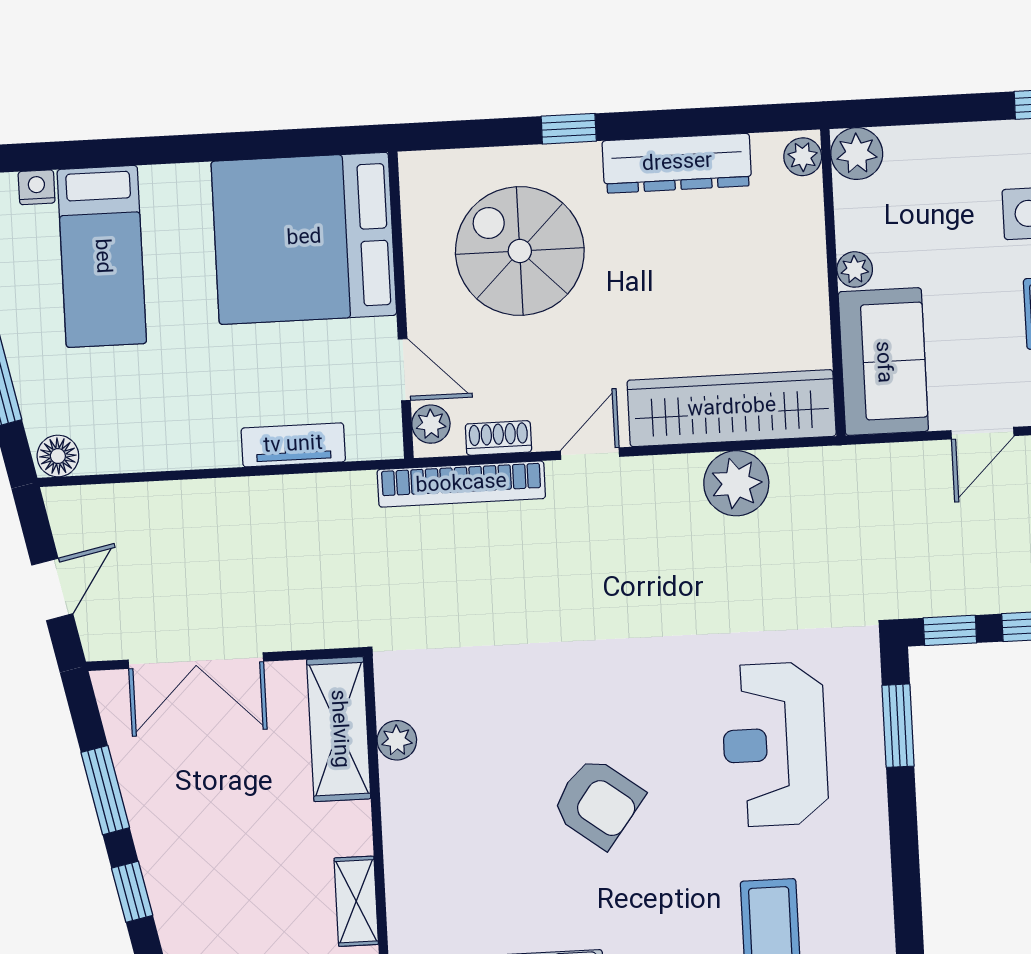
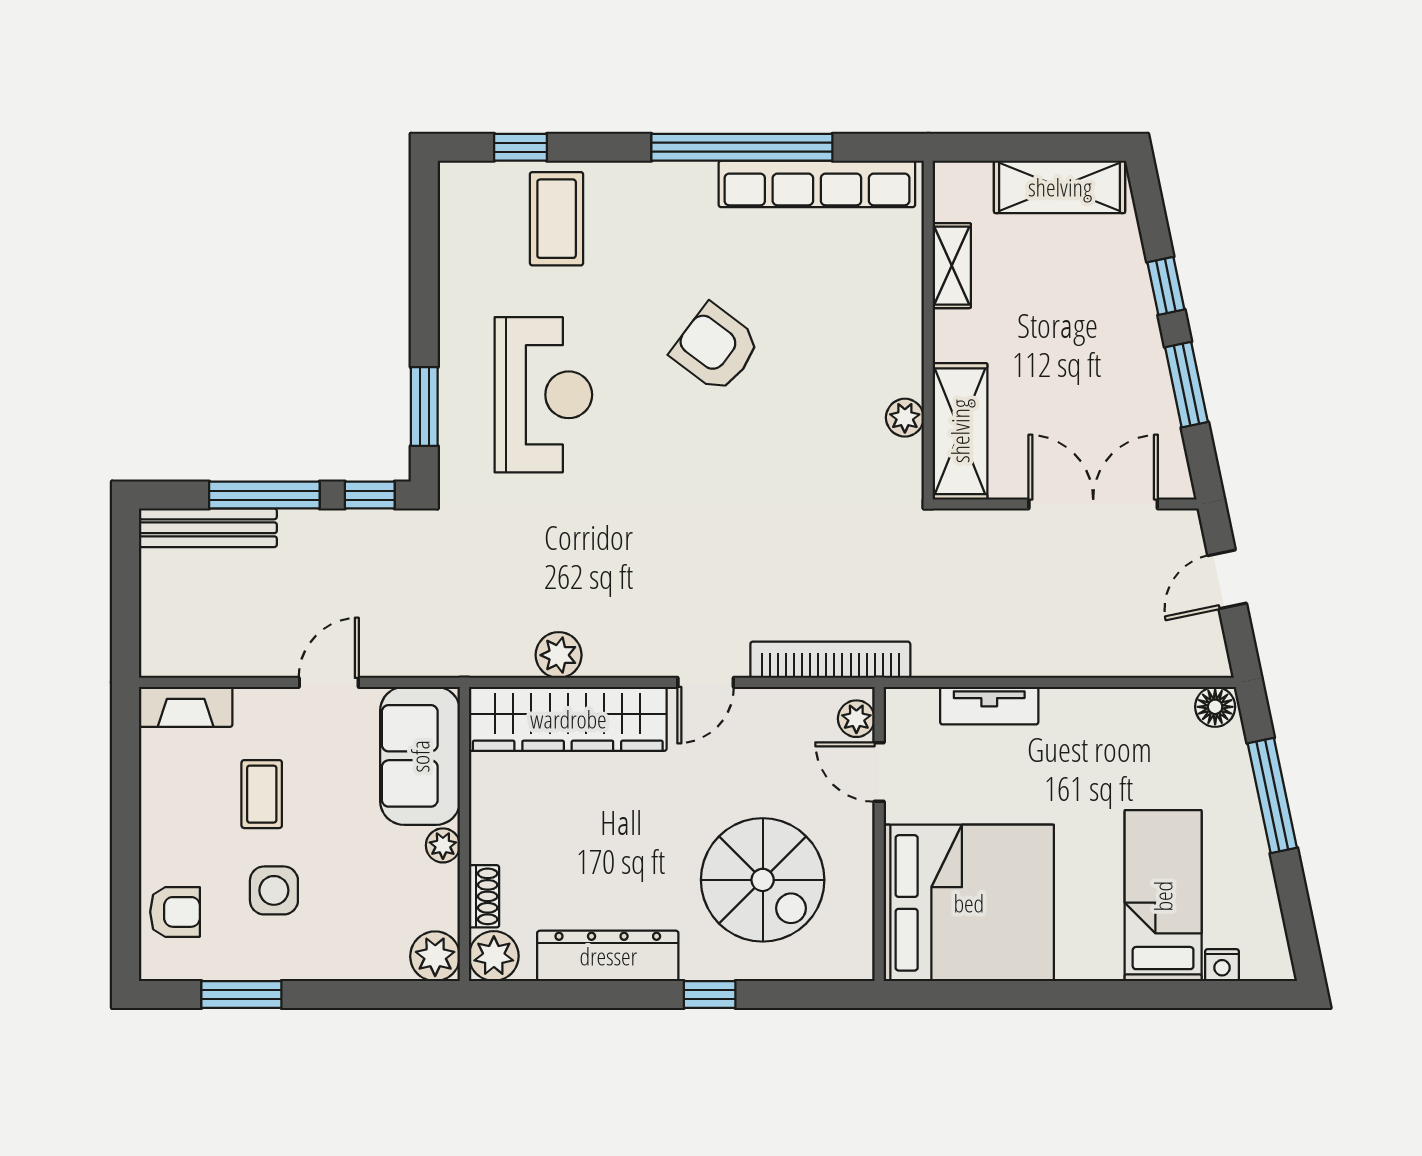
plant: (803, 157) -> (494, 956), width x1.38, depth x1.38
shoe rack: (498, 438) -> (484, 896), moved, turned -90
plant: (736, 483) -> (559, 655), width x0.73, depth x0.73

